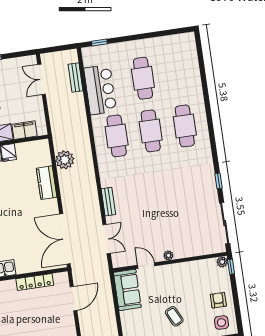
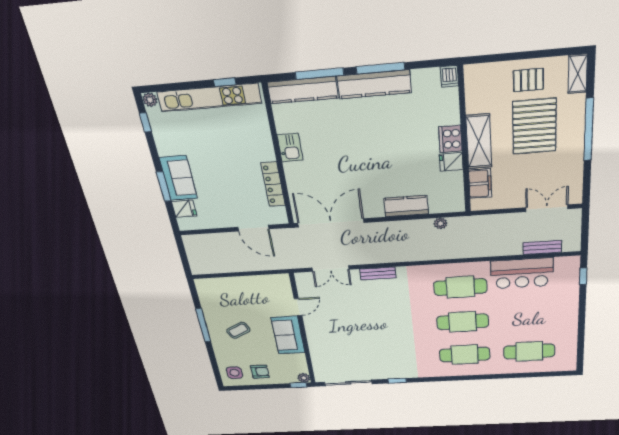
cafe table: (143, 78) -> (529, 351), moved
plant: (65, 160) -> (441, 223), width x0.53, depth x0.53
plant: (168, 255) -> (311, 329), removed
sofa: (127, 290) -> (288, 335), moved, turned 90

